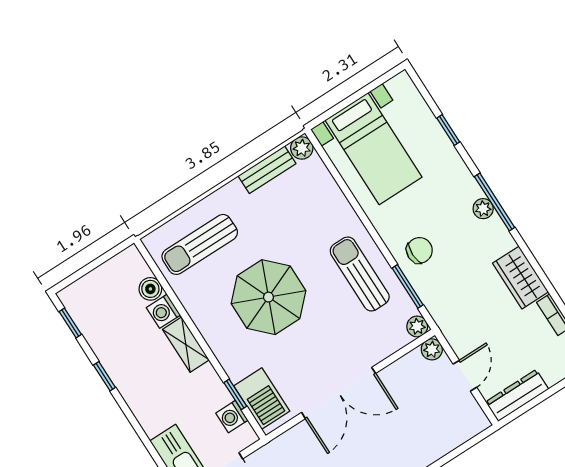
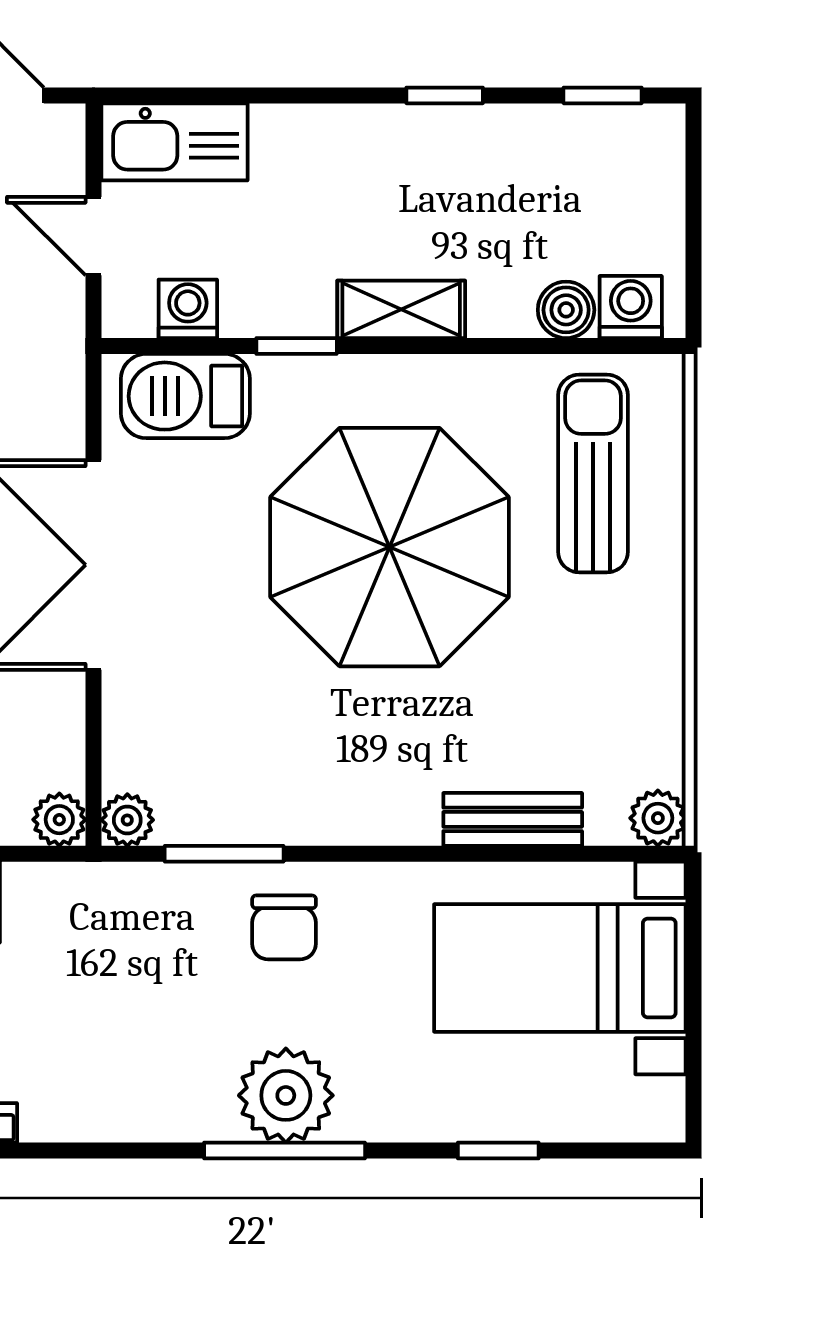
bench: (267, 170) -> (513, 819), moved, turned 90
plant: (483, 209) -> (286, 1095), width x1.87, depth x1.87
sun lounger: (360, 274) -> (315, 770), removed
wardrobe: (521, 278) -> (90, 1103), removed
parasol: (268, 297) -> (390, 547), width x1.36, depth x1.36
washing machine: (163, 311) -> (631, 307), moved
window: (235, 394) -> (297, 346), moved

